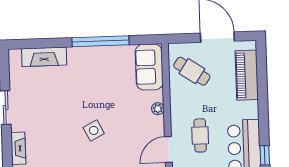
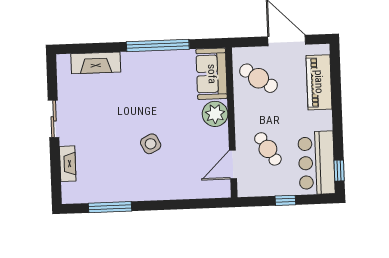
plant: (158, 109) -> (215, 114), width x1.87, depth x1.87
cafe table: (200, 135) -> (268, 149), turned -32

